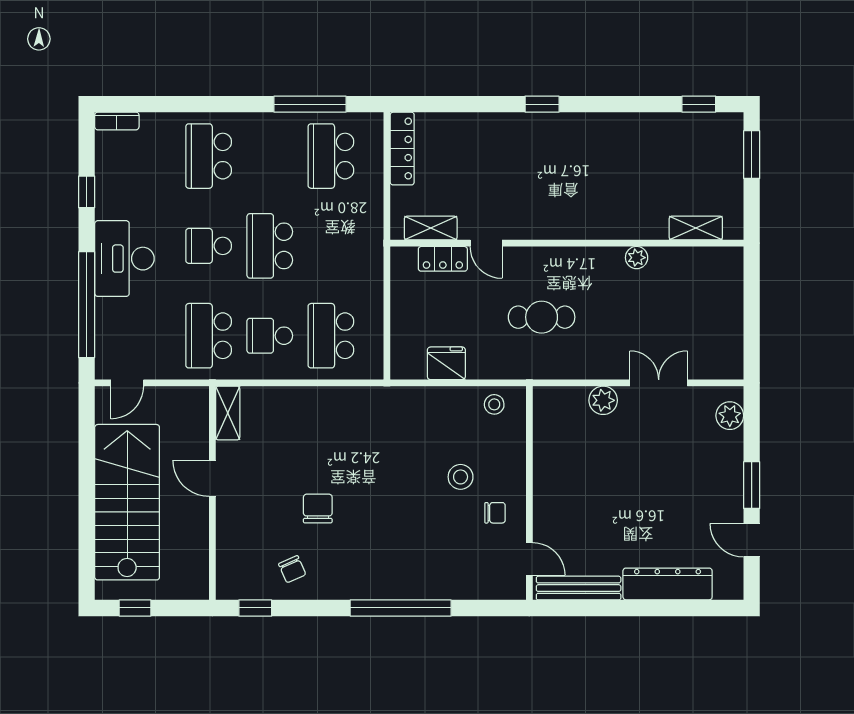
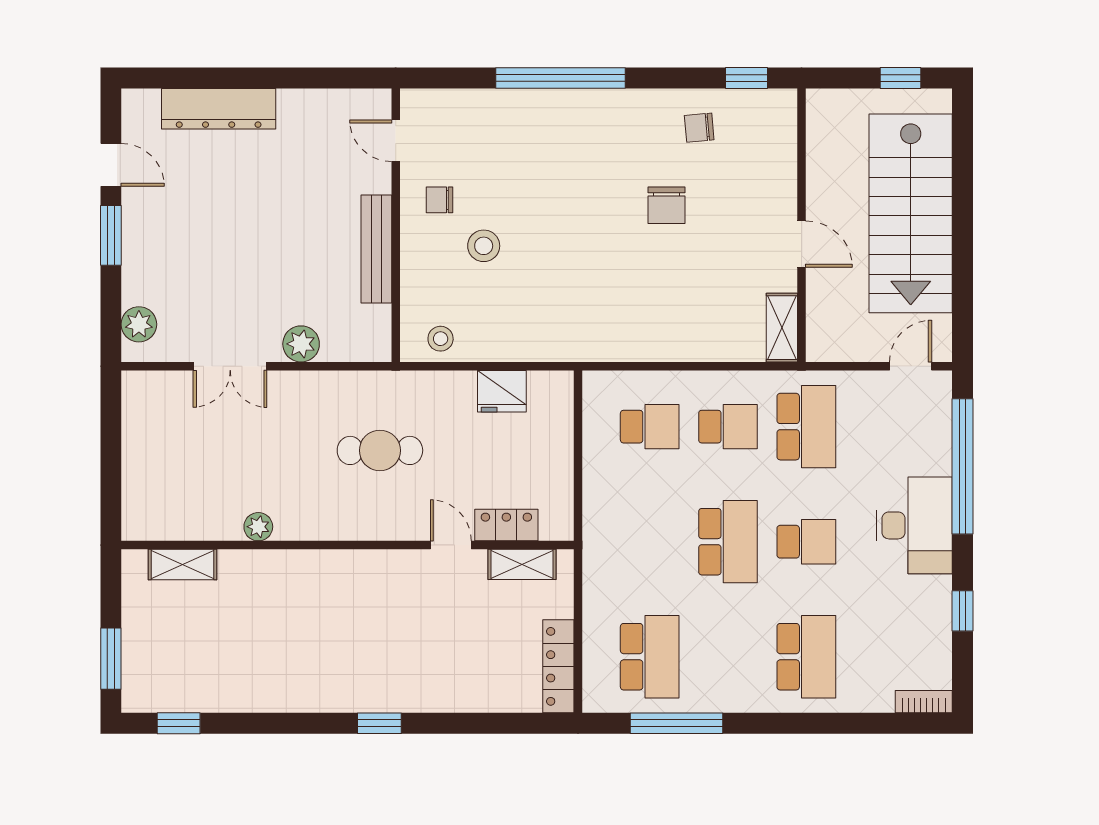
school desk: (331, 336) -> (650, 427), width x0.54
chair: (292, 569) -> (699, 128), turned -71
bench: (579, 588) -> (376, 249), moved, turned 90

